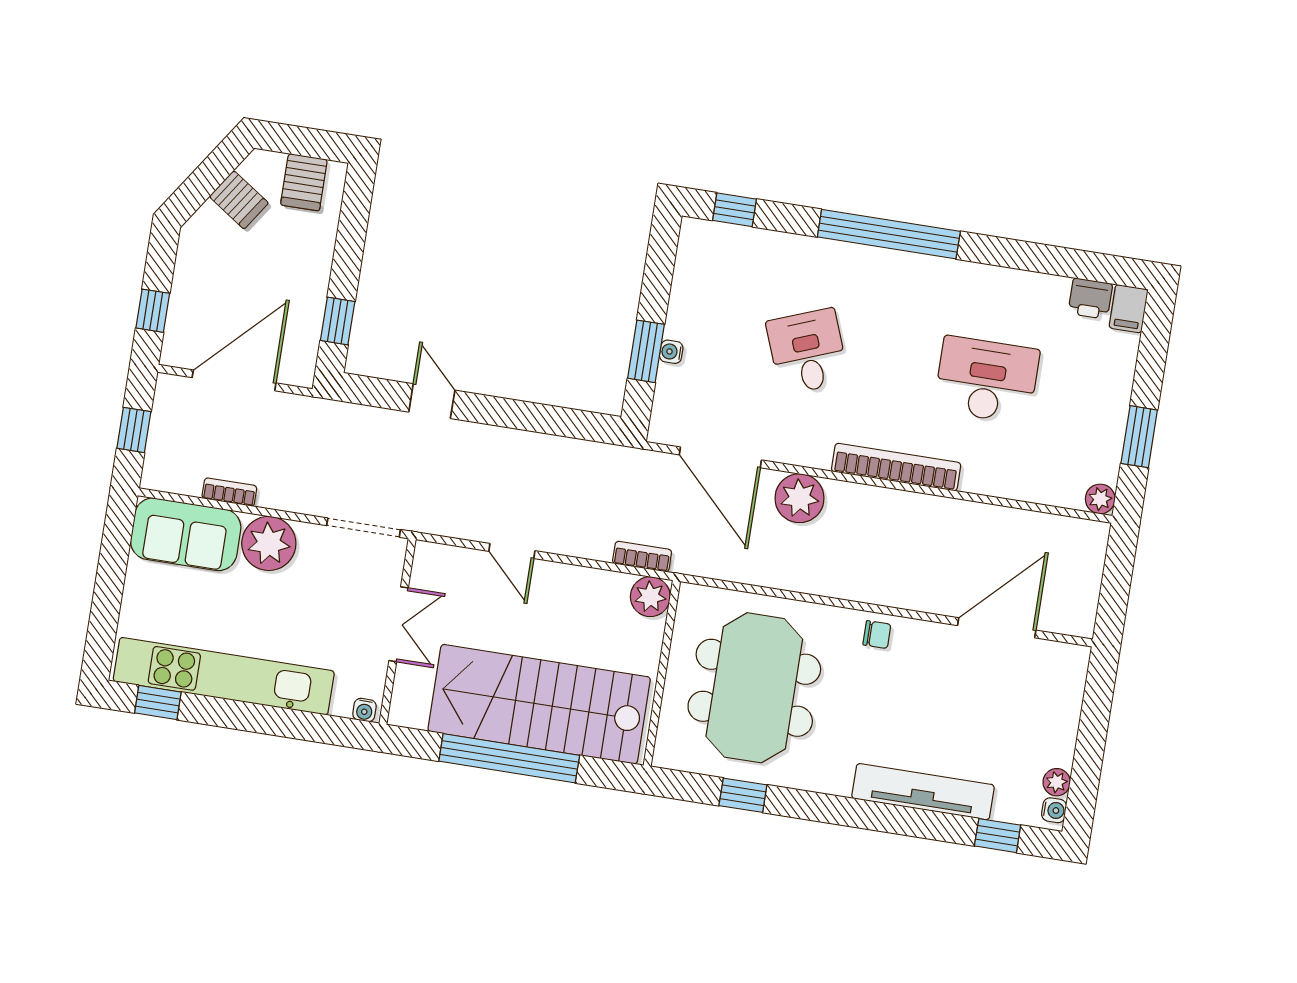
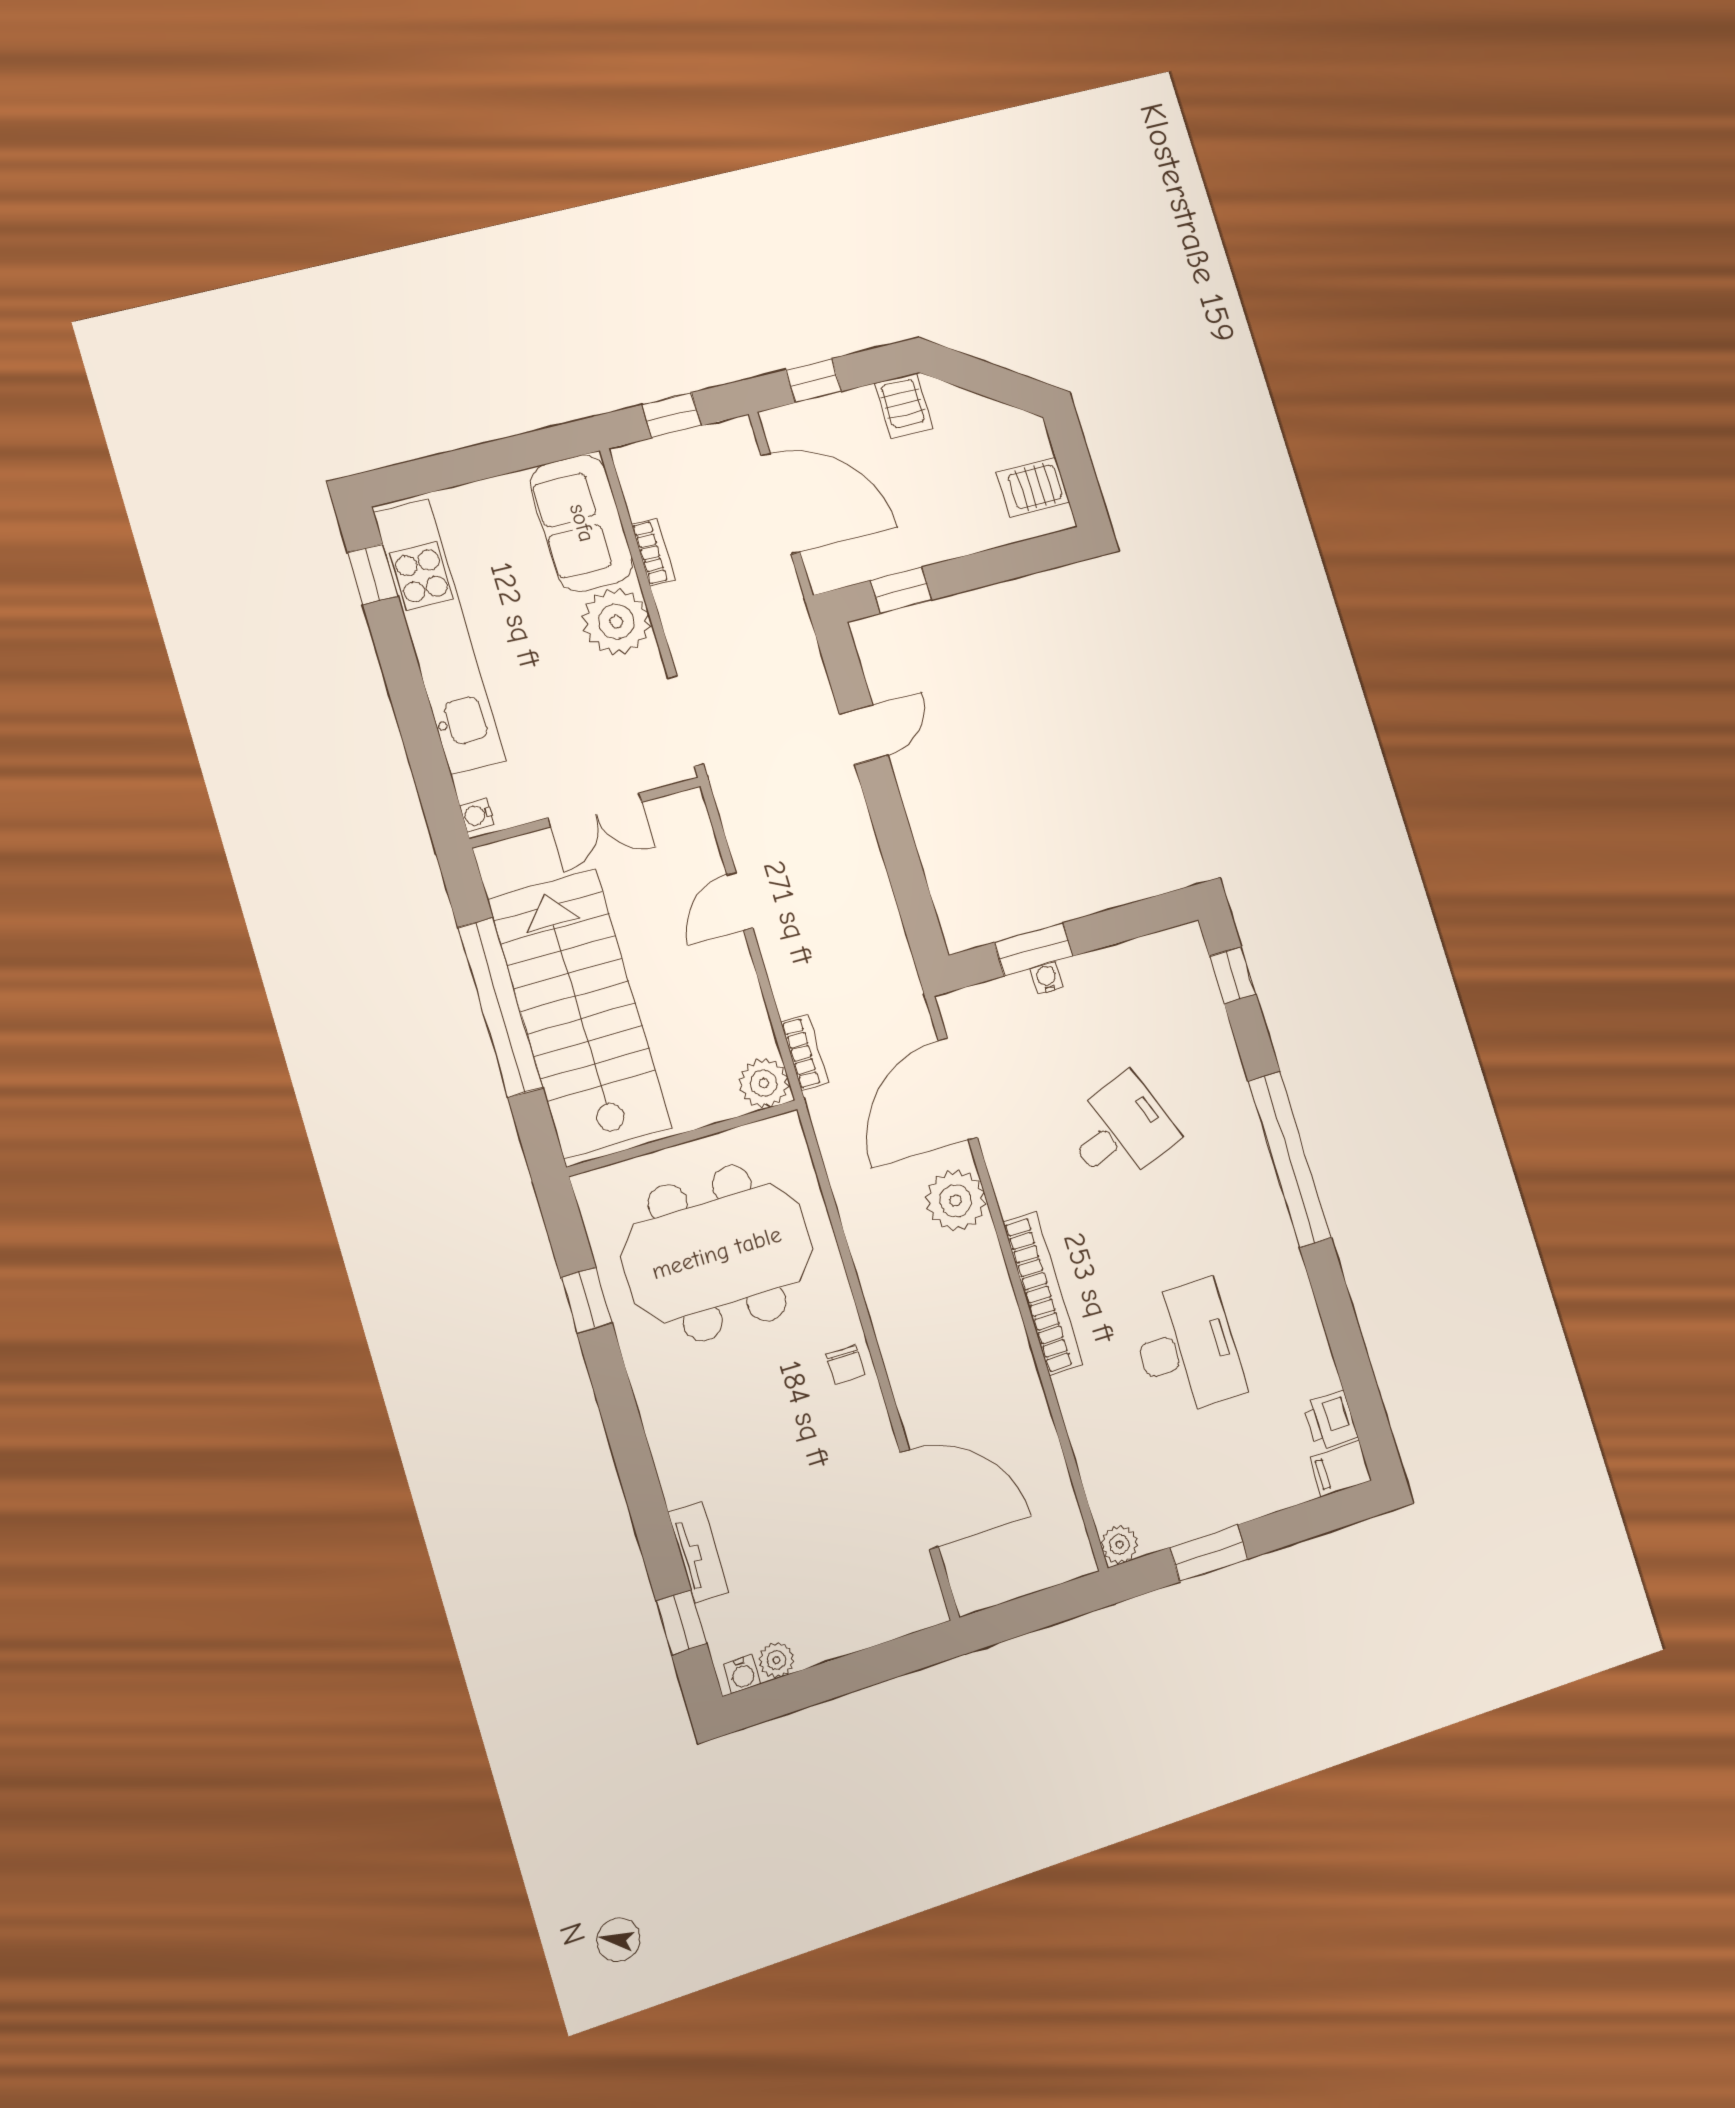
server rack: (239, 200) -> (904, 406), moved, turned -34
tv unit: (923, 792) -> (698, 1552), width x0.52, depth x0.78

